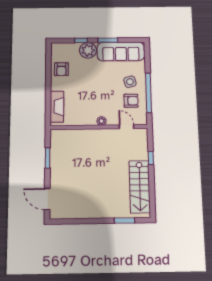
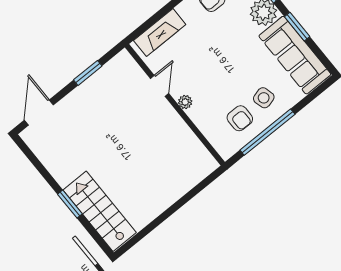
door: (127, 127) -> (160, 86), moved
window: (151, 158) -> (186, 198), removed
stairs: (140, 187) -> (100, 211), moved, turned 90
window: (124, 221) -> (70, 204), moved

